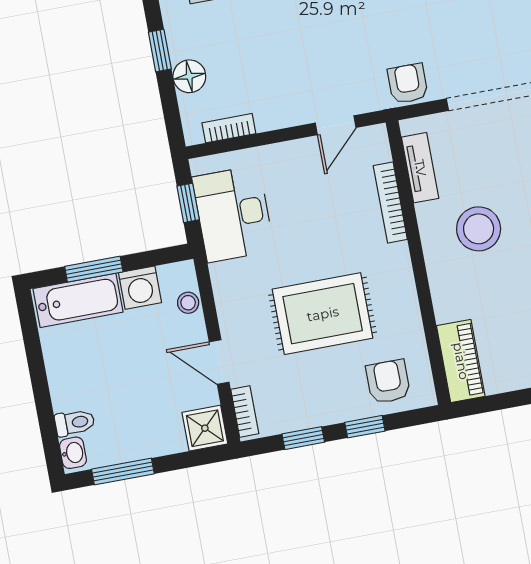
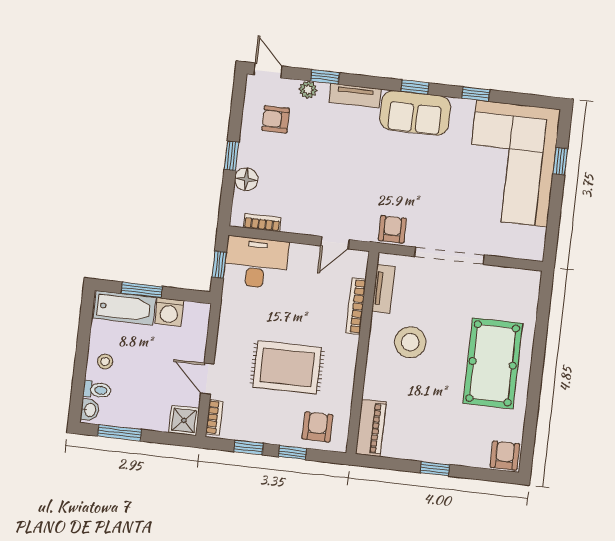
desk: (233, 214) -> (256, 263), moved, turned 90
stool: (188, 303) -> (105, 362), moved

